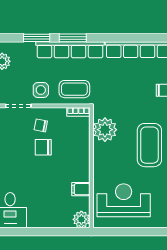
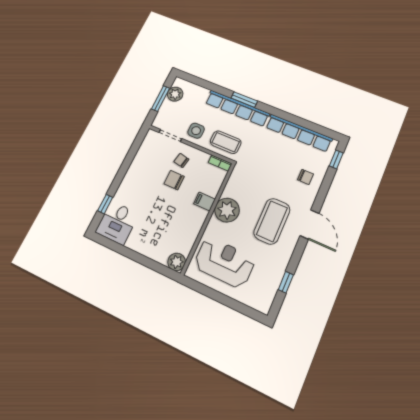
window: (37, 38) -> (213, 87), removed
plant: (105, 130) -> (227, 210), moved
filing cabinet: (81, 189) -> (204, 202), moved

